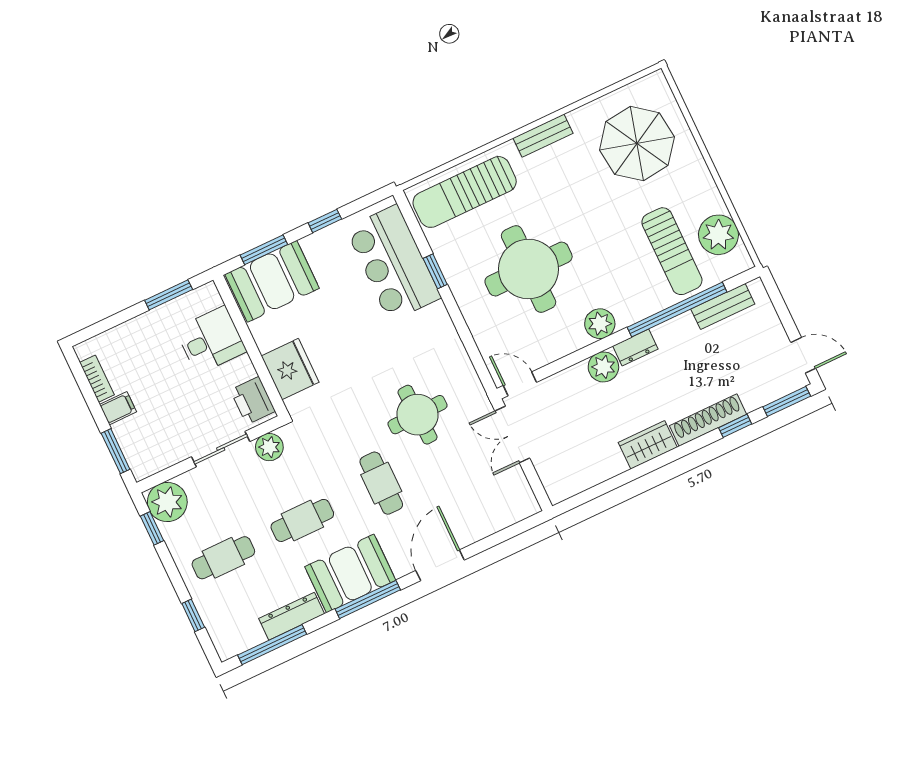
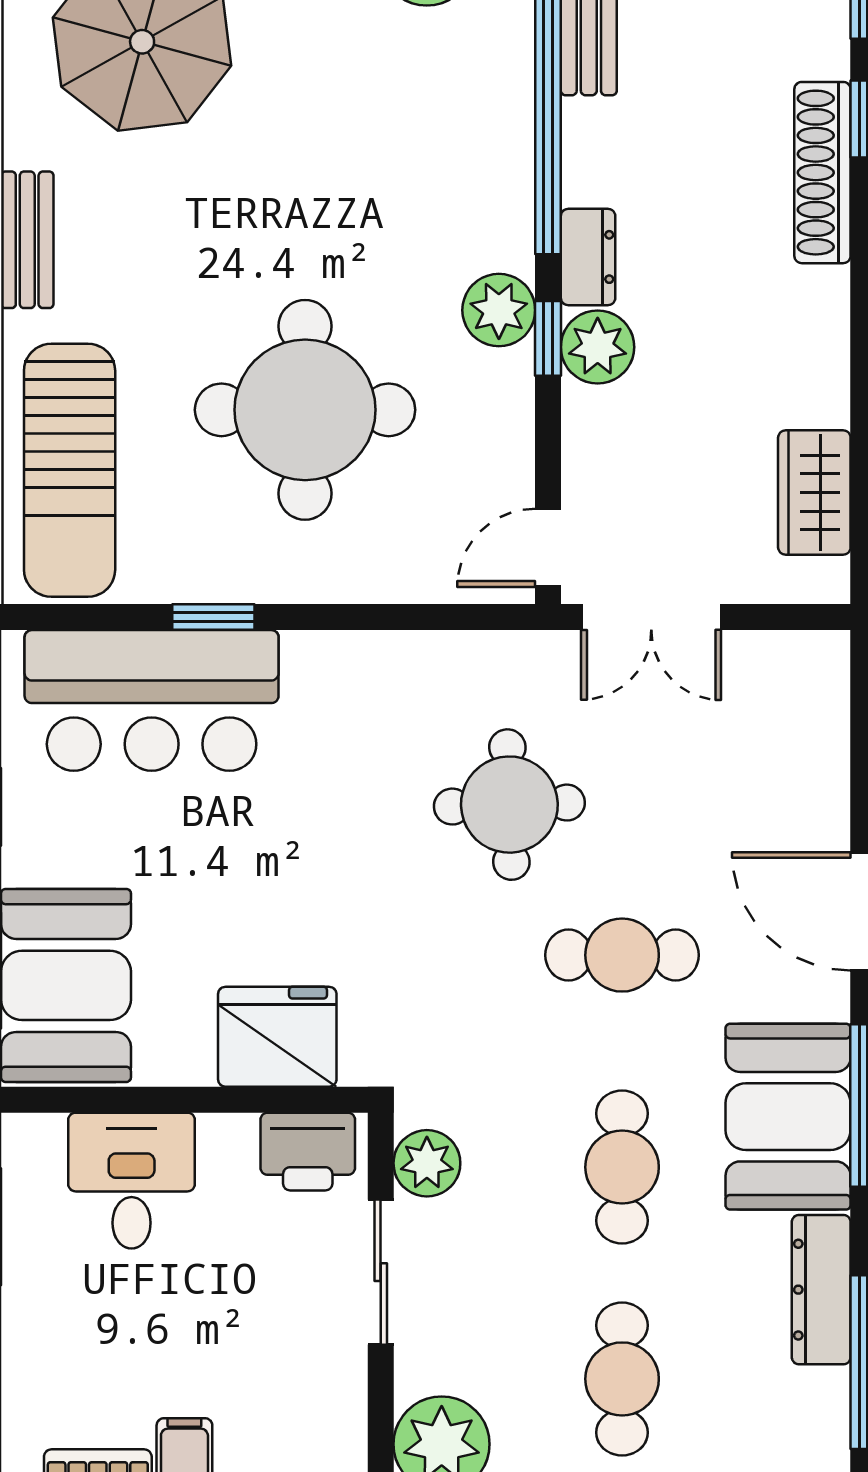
sun lounger: (672, 251) -> (415, 77), removed
window: (598, 347) -> (548, 338), added
wardrobe: (648, 445) -> (814, 493), moved

